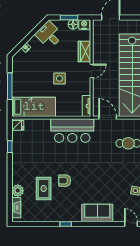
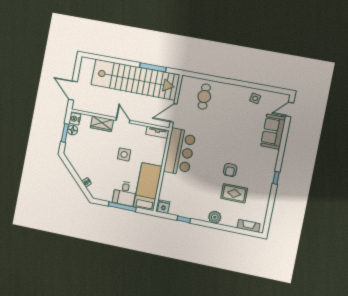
desk: (49, 35) -> (125, 193), moved, turned -45
plant: (18, 191) -> (215, 217), moved
sofa: (97, 213) -> (273, 132), moved

